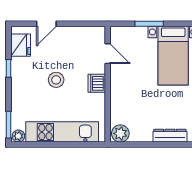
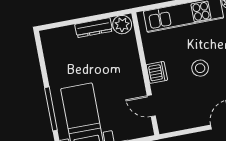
dresser: (170, 136) -> (94, 28), moved

